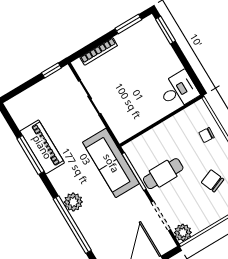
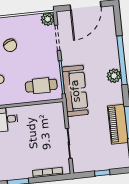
window: (51, 70) -> (102, 173), moved
cafe table: (163, 174) -> (41, 86), moved

